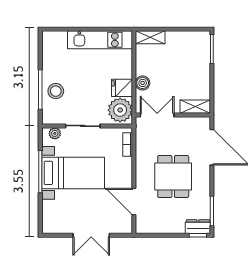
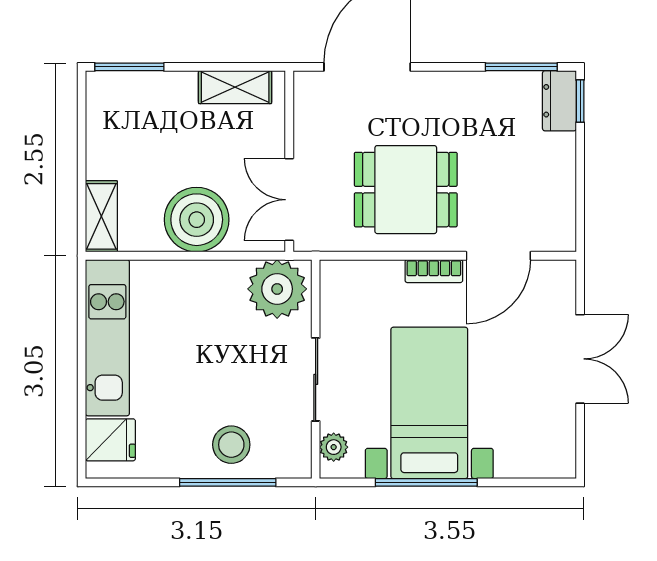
boiler: (143, 83) -> (197, 220), width x1.86, depth x1.86
fridge: (122, 88) -> (110, 440), moved, turned -90
shelving: (195, 107) -> (235, 87), moved, turned 90
bookcase: (128, 145) -> (434, 271), moved
dining table: (173, 177) -> (406, 190), moved

